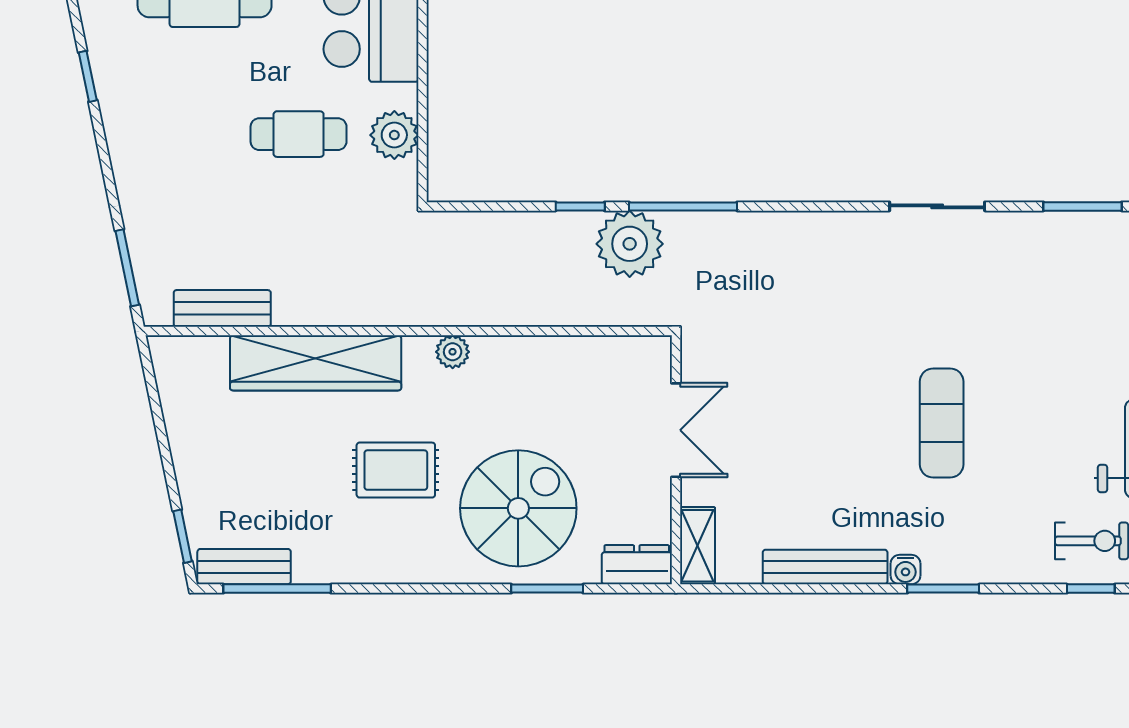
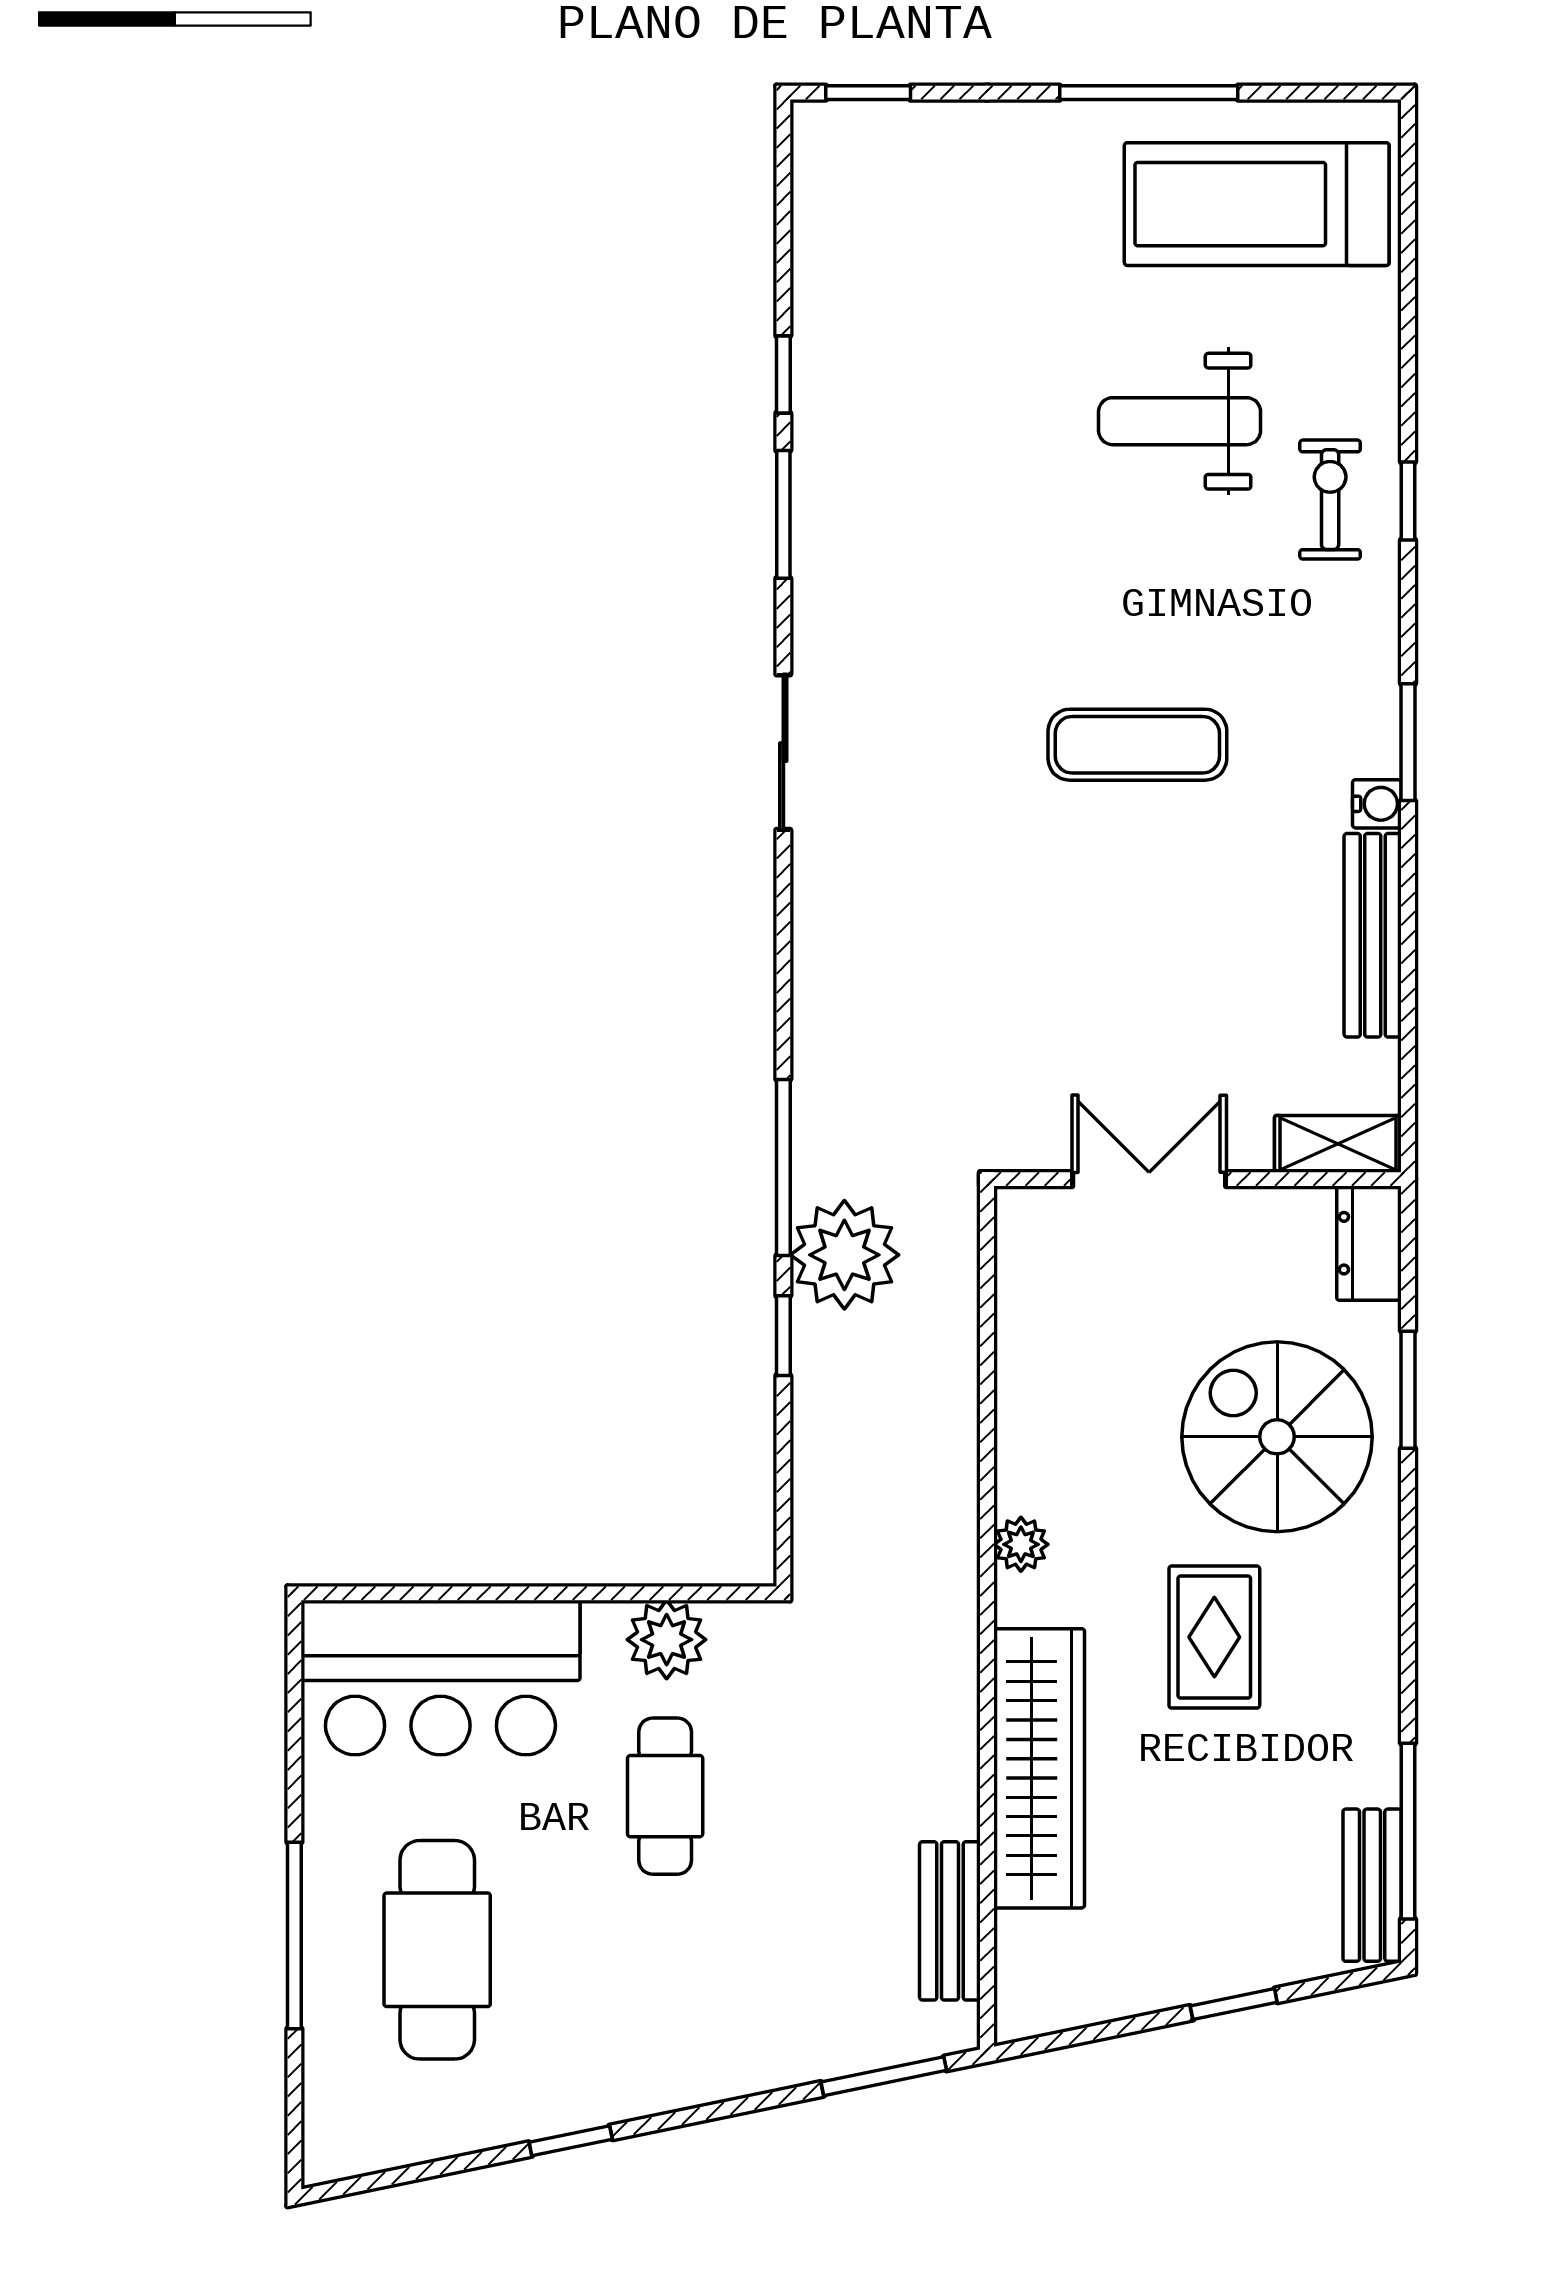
window: (183, 536) -> (1234, 2004), moved

